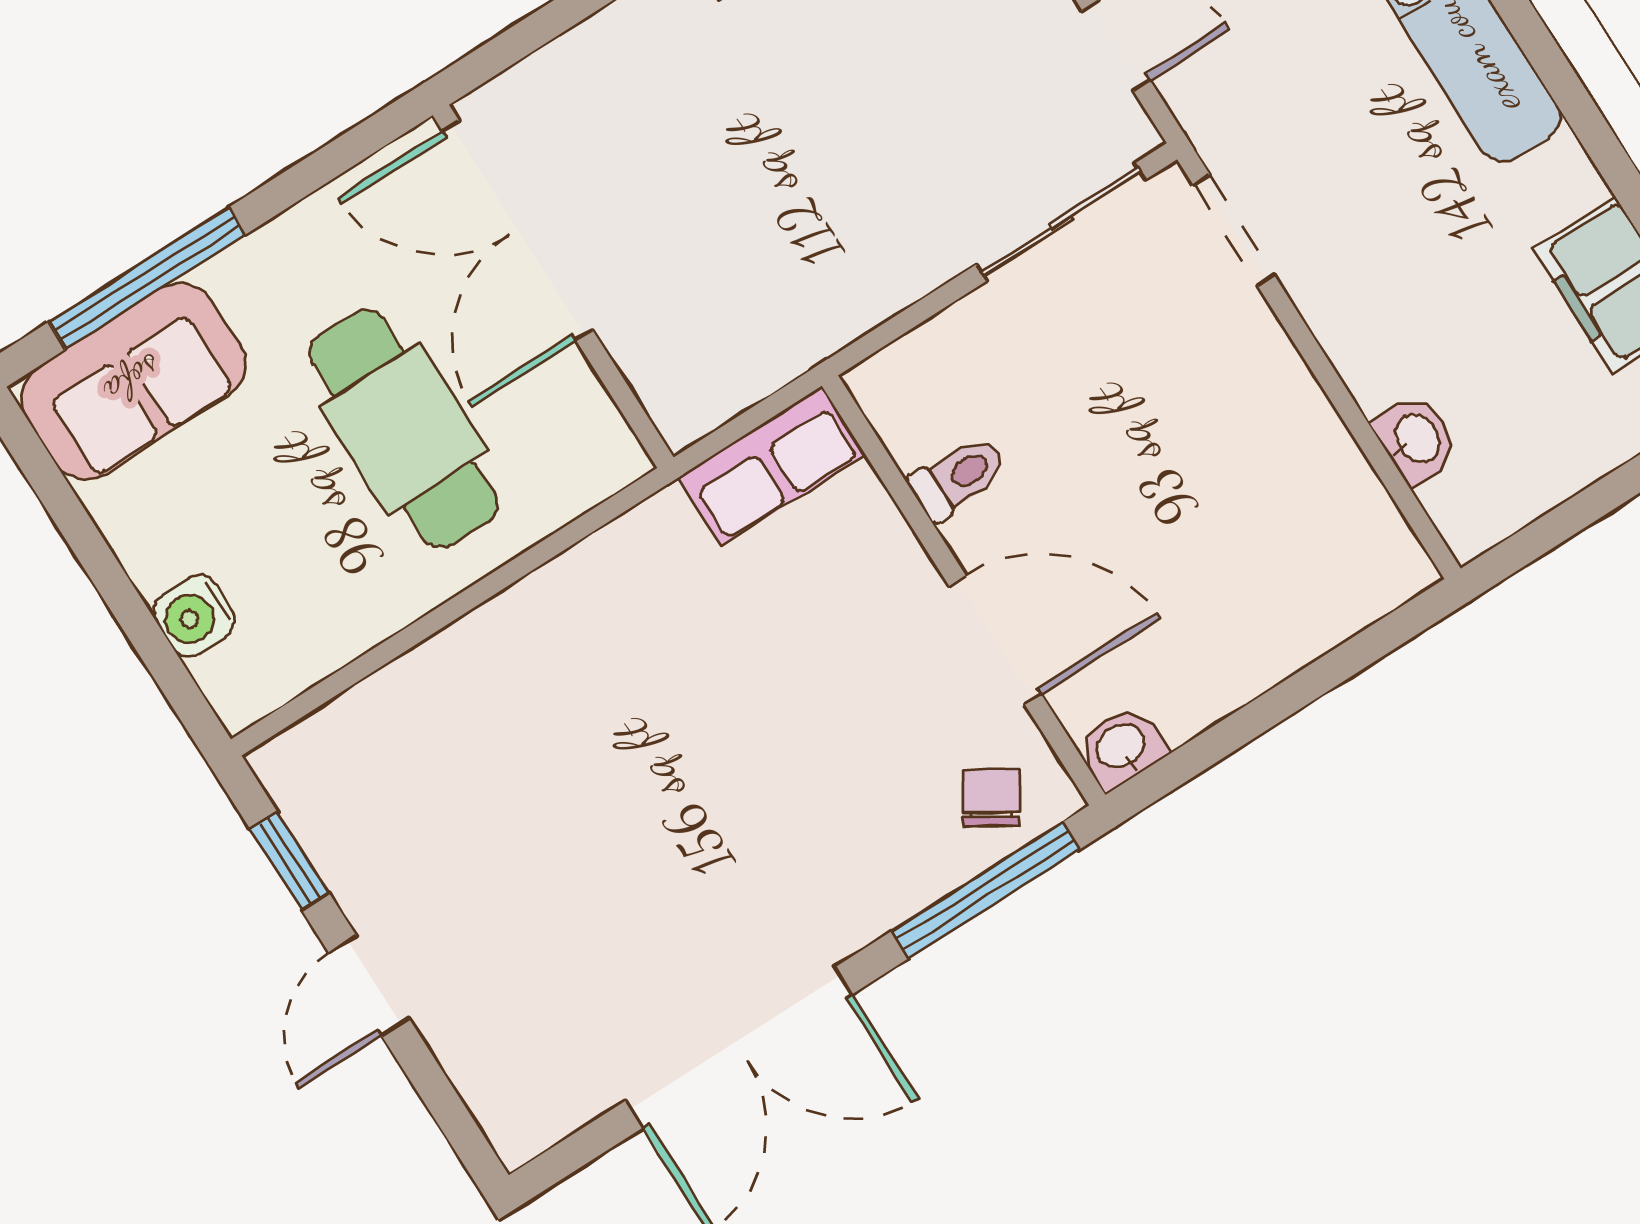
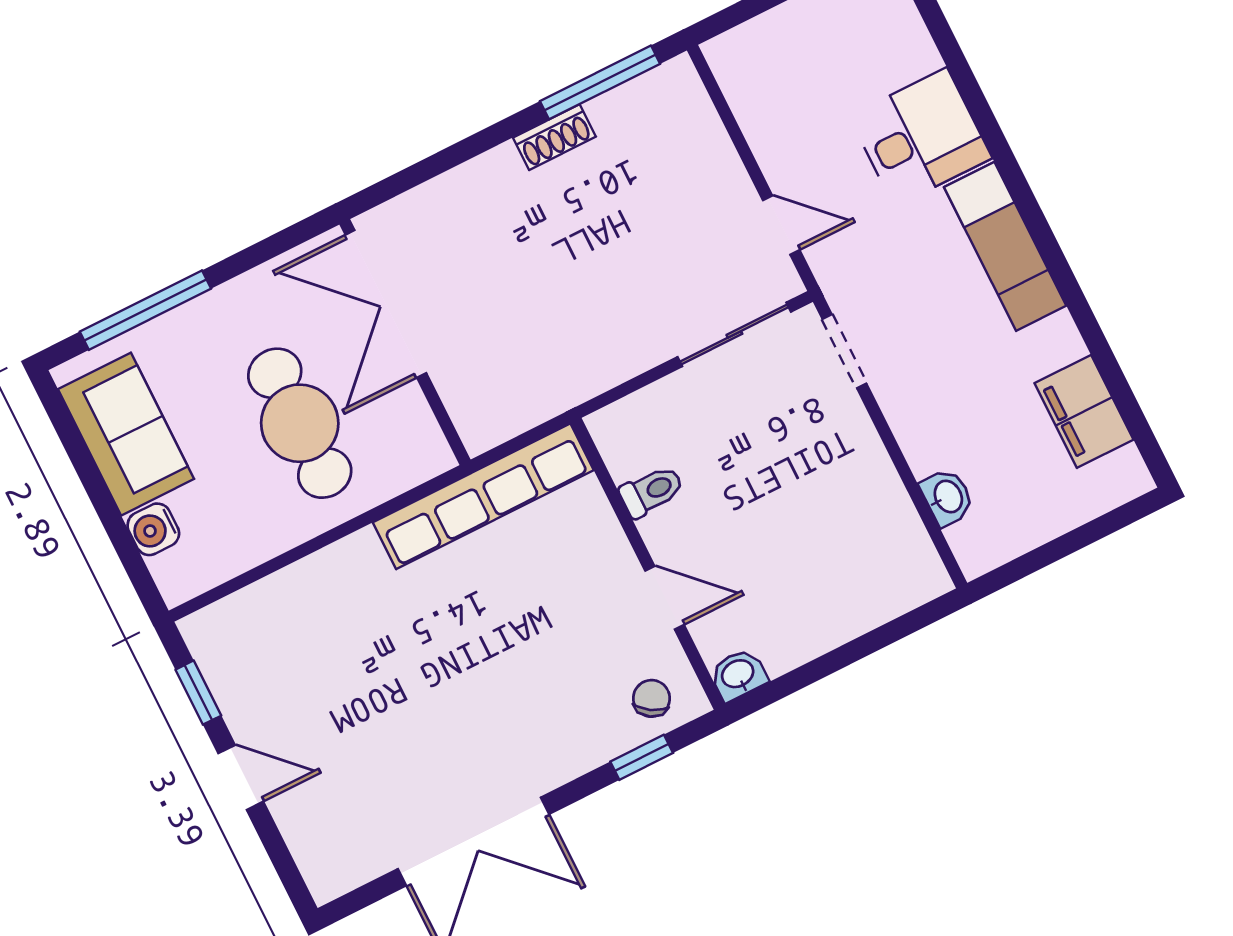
sofa: (133, 381) -> (126, 434), moved, turned -90
row of seats: (772, 466) -> (483, 496), width x2.02
door: (995, 640) -> (665, 598), width x0.73
window: (985, 890) -> (642, 757), width x0.46
door: (369, 986) -> (241, 777), swing flipped

